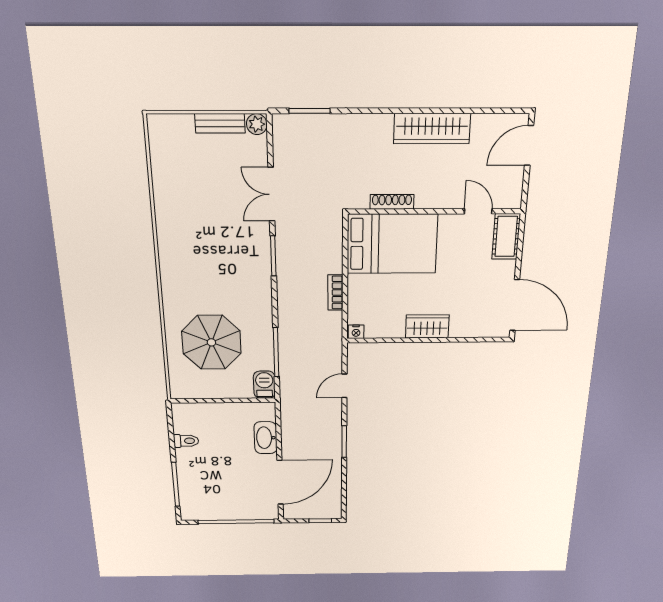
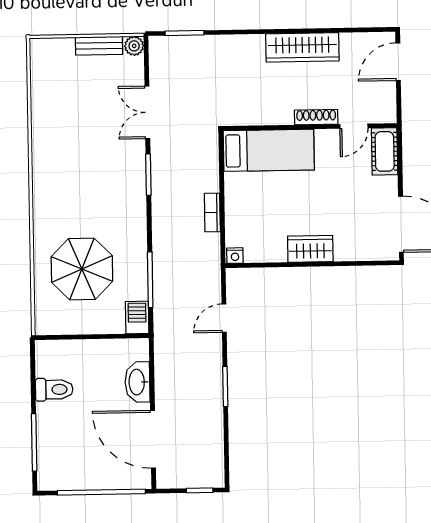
shoe rack: (392, 202) -> (316, 117), moved
door: (478, 211) -> (354, 126), swing flipped
bed: (392, 244) -> (269, 150), width x0.67
toilet: (186, 441) -> (54, 390), width x1.37, depth x1.39
door: (280, 482) -> (153, 439), swing flipped

